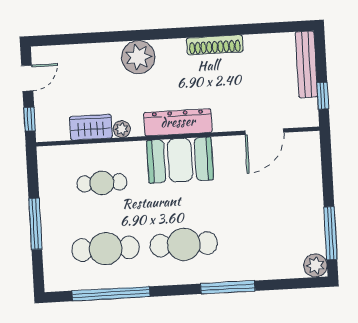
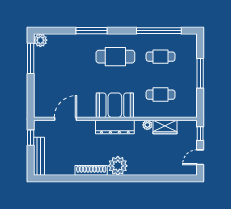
plant: (138, 57) -> (118, 166), moved
cafe table: (106, 249) -> (161, 57), width x0.73, depth x0.74

